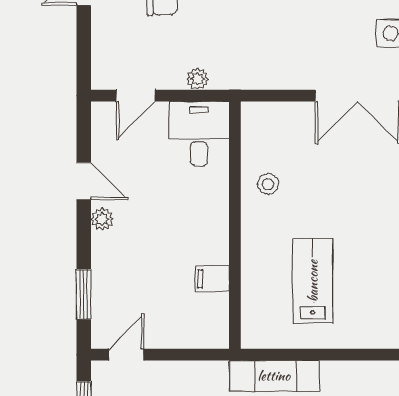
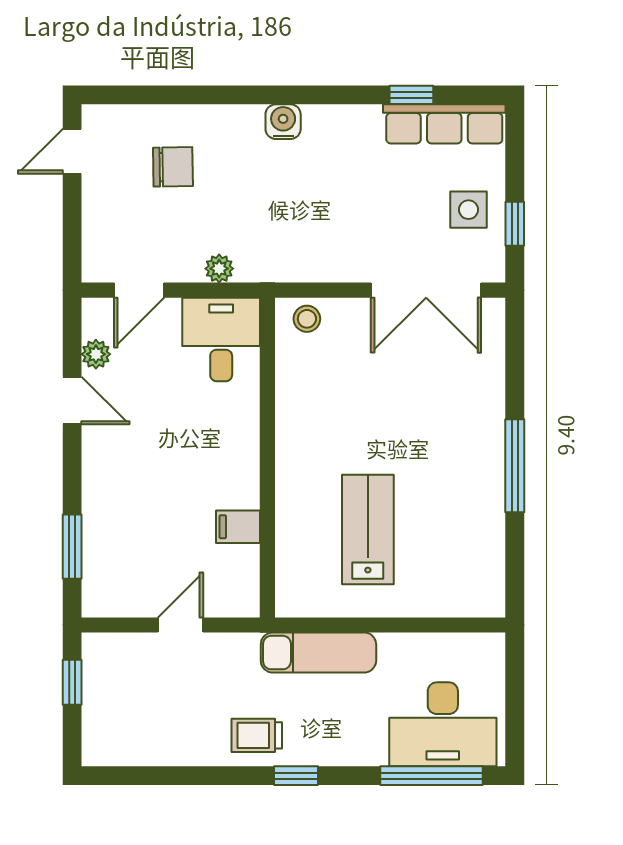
stool: (268, 184) -> (307, 319), moved
plant: (102, 219) -> (96, 354), moved
door: (126, 355) -> (181, 625), moved

